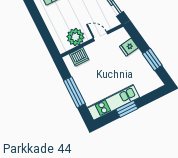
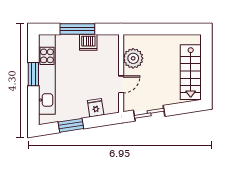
dishwasher: (79, 57) -> (88, 42), moved, turned -90
kitchen unit: (113, 102) -> (47, 74), width x1.36

